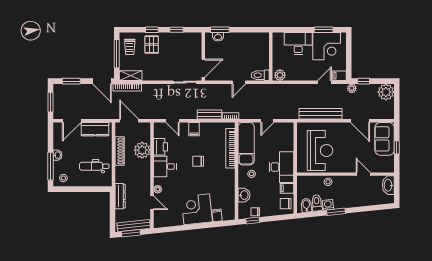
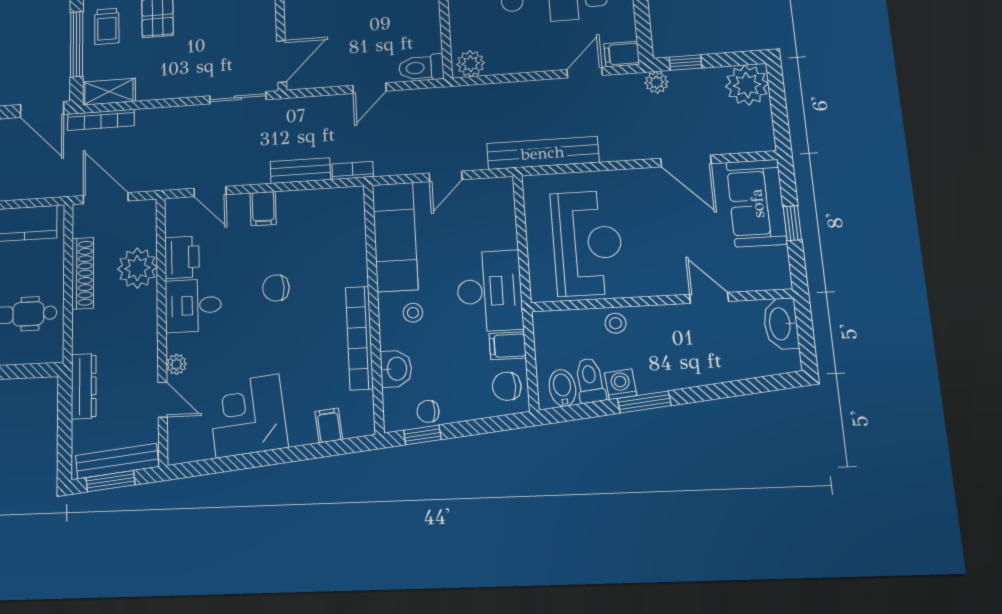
bench: (320, 114) -> (543, 153), moved
bookcase: (230, 148) -> (359, 338), moved
corner desk: (197, 209) -> (248, 416), moved

